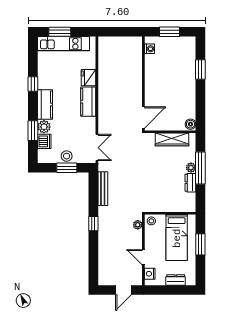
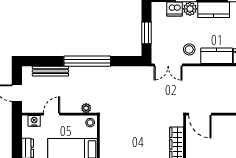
stool: (67, 156) -> (189, 49), moved
bench: (103, 189) -> (50, 71), moved
window: (93, 224) -> (87, 61), width x3.17

